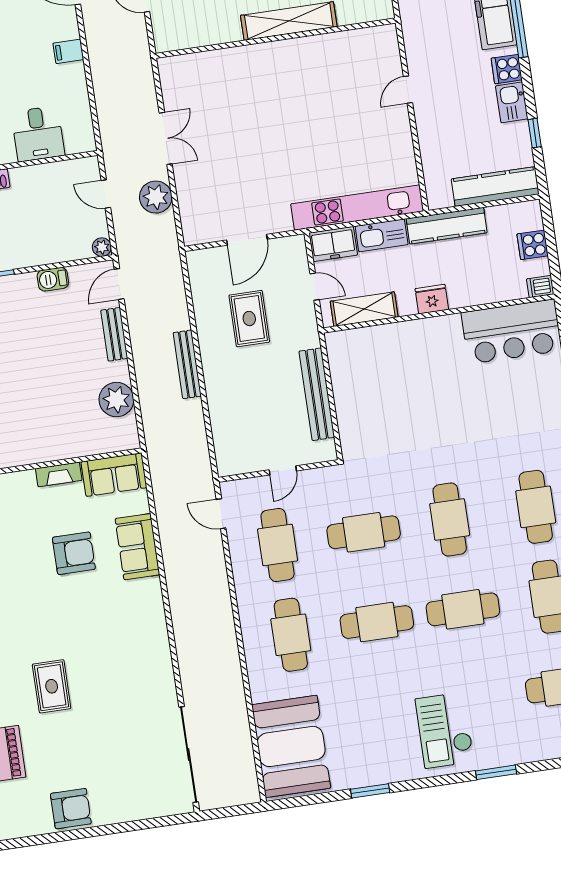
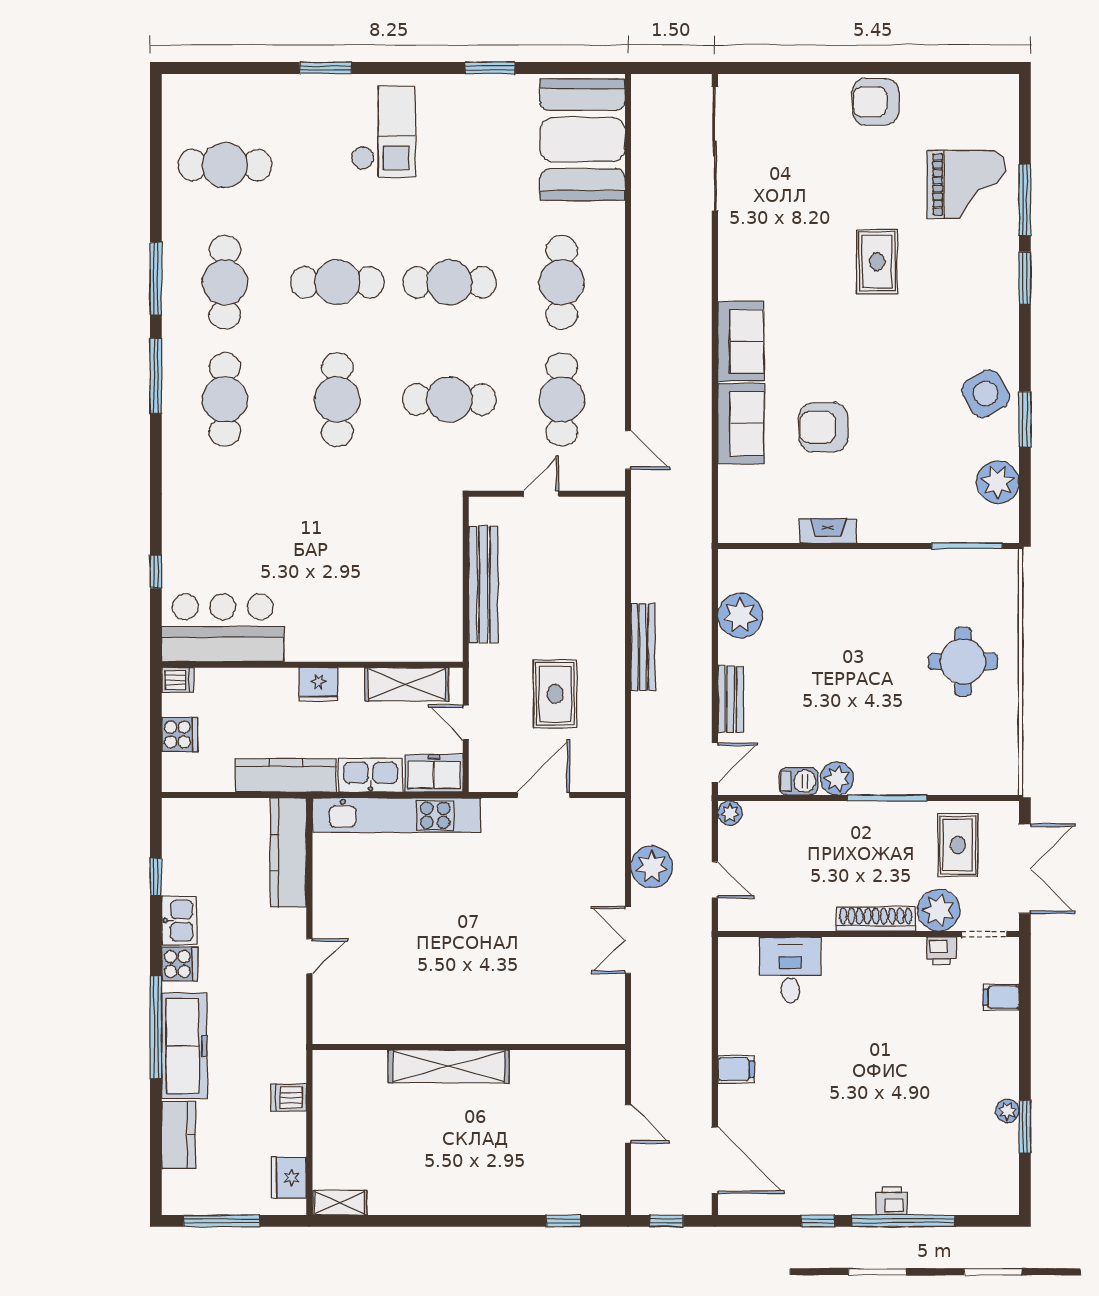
kitchen counter: (495, 187) -> (288, 853), moved, turned 90
plant: (24, 286) -> (837, 778), added
sofa: (114, 475) -> (741, 341), moved, turned 90

